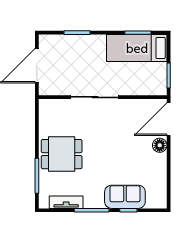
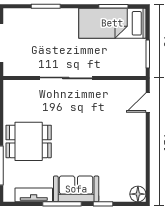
door: (169, 119) -> (148, 102), width x0.53
floor lamp: (160, 145) -> (138, 194), moved
sofa: (125, 197) -> (76, 189), moved

